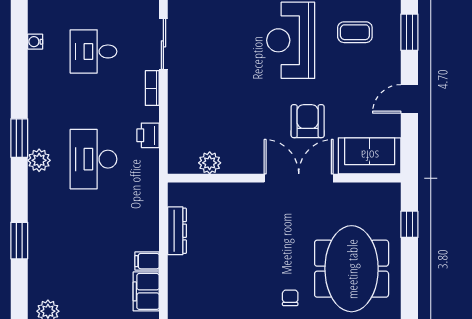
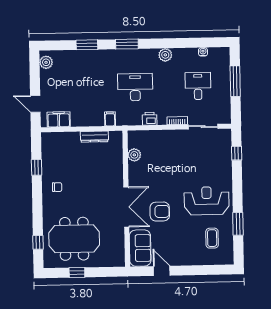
window: (409, 32) -> (213, 270), removed
door: (409, 99) -> (162, 271), moved
window: (19, 138) -> (127, 44), moved
plant: (39, 160) -> (165, 55), moved
window: (409, 224) -> (77, 272), moved
filing cabinet: (147, 261) -> (110, 119), moved
chair: (290, 298) -> (57, 187), moved

